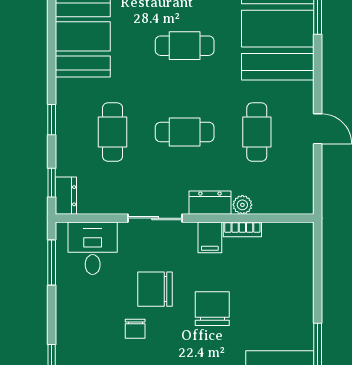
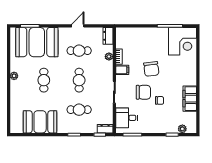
dresser: (210, 203) -> (108, 36), moved
chair: (155, 289) -> (143, 92), turned -90
chair: (212, 309) -> (151, 69), turned -97

